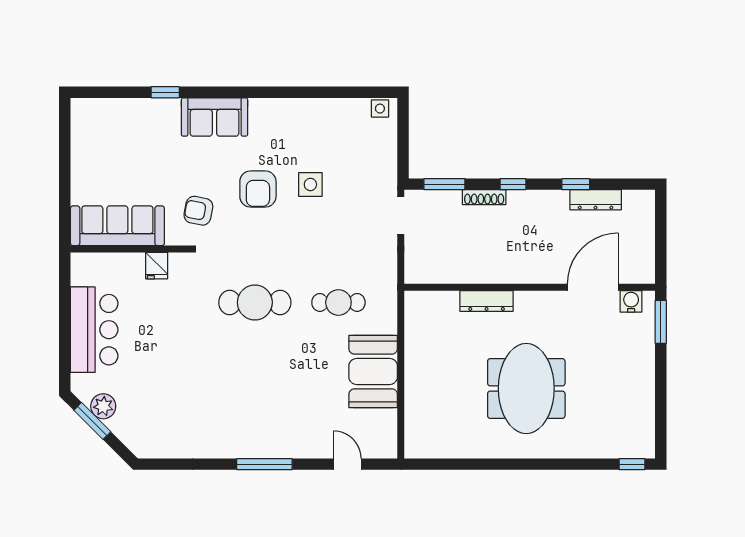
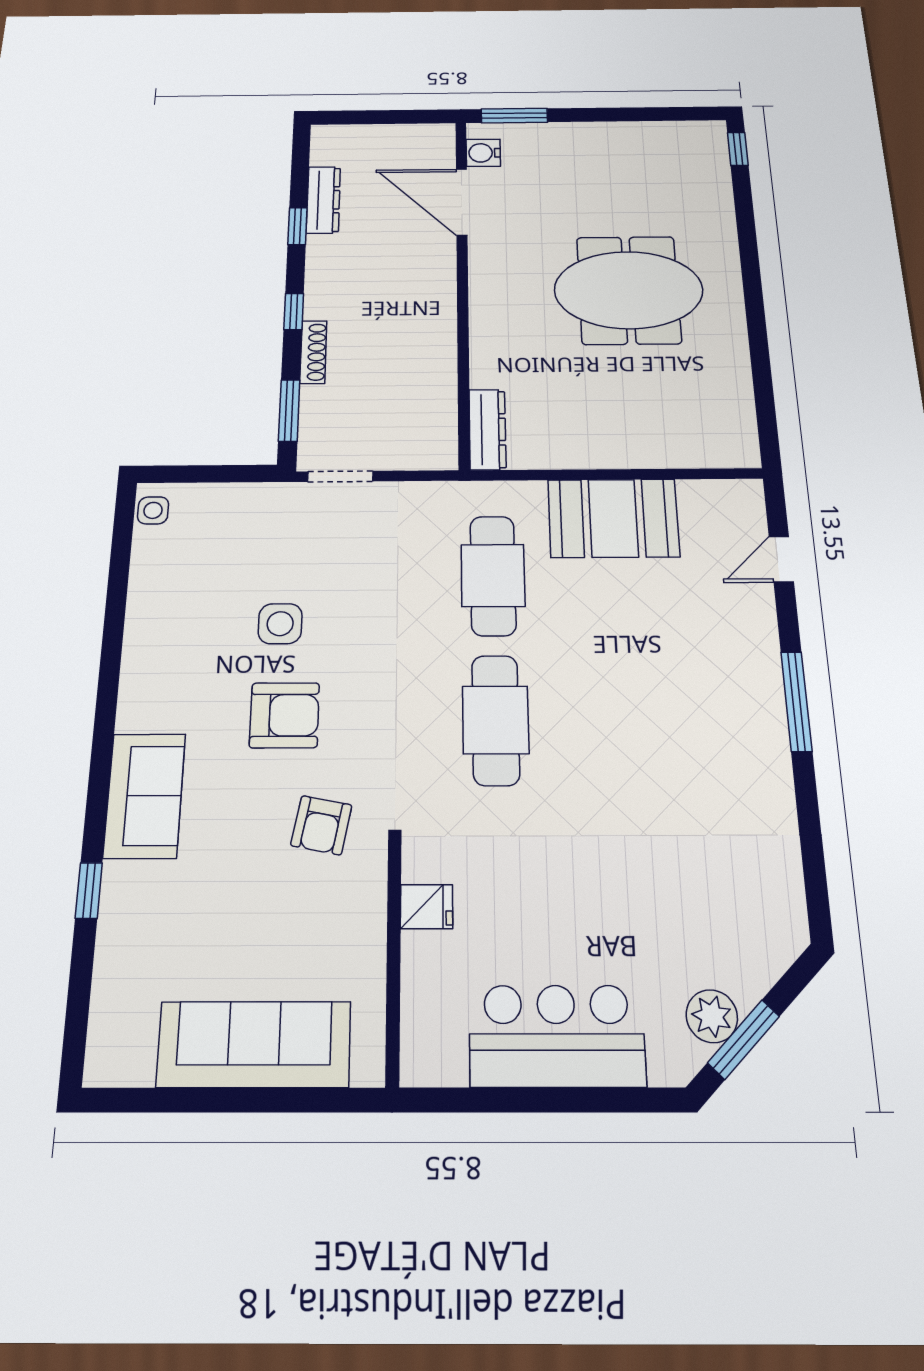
sofa: (117, 226) -> (254, 1044), moved, turned 90
dresser: (487, 301) -> (487, 429), moved
cafe table: (338, 302) -> (493, 575), width x1.37, depth x1.35

